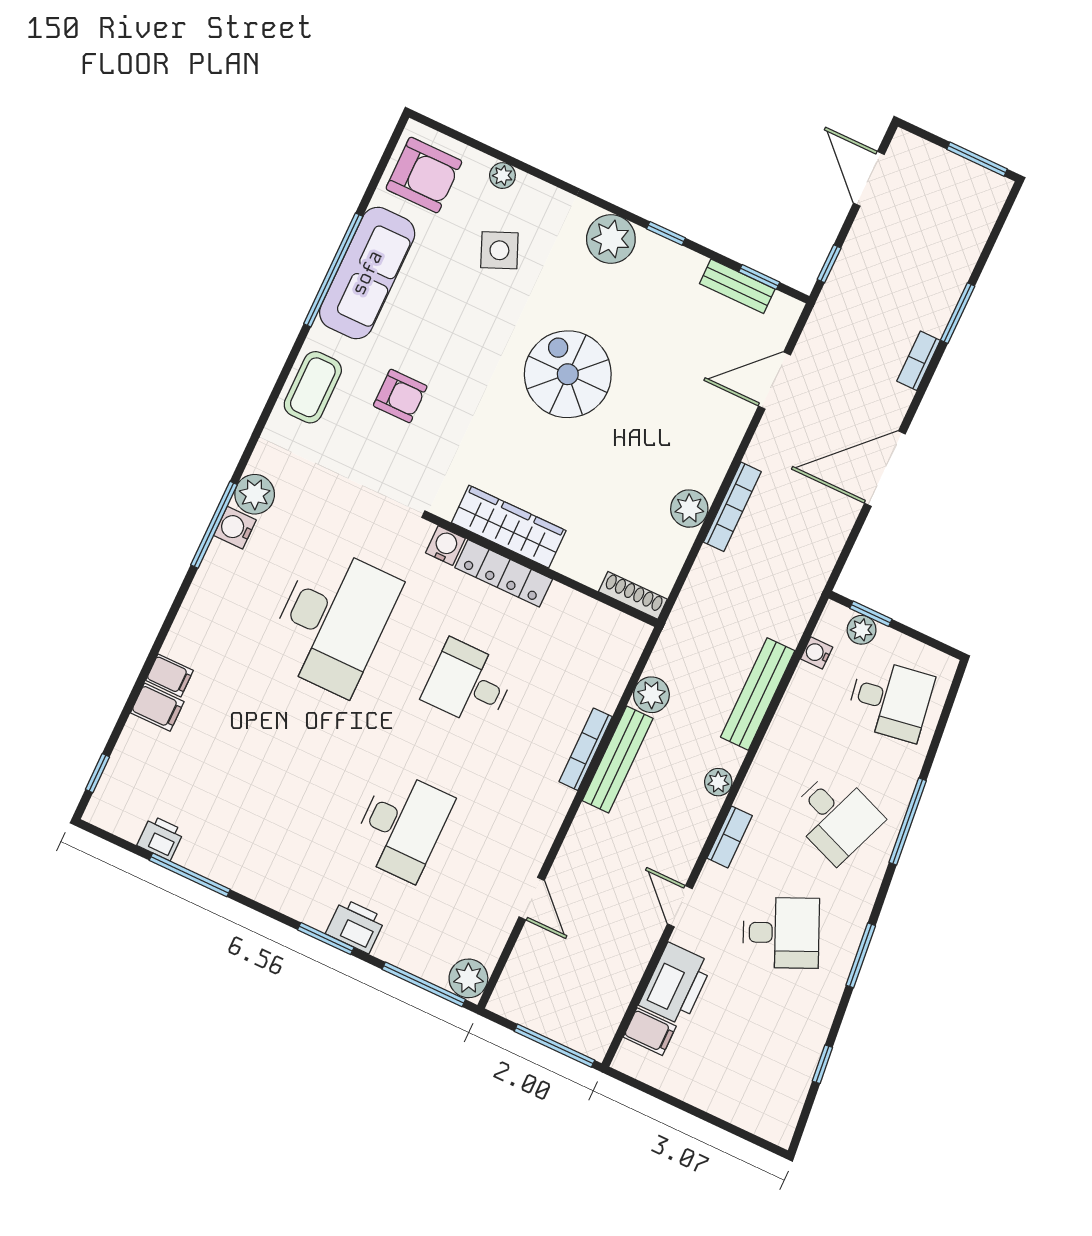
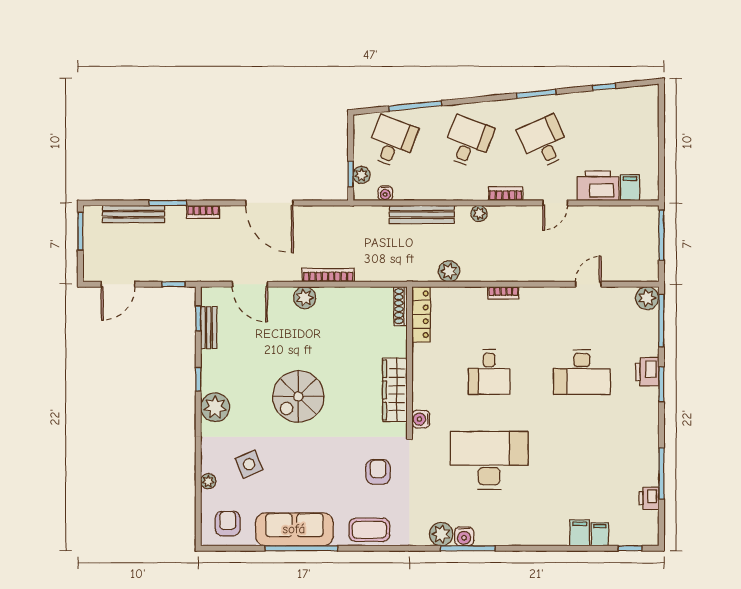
armchair: (424, 175) -> (228, 524), width x0.72, depth x0.72
armchair: (400, 396) -> (378, 472), moved
plant: (689, 509) -> (305, 298), moved
locker: (504, 573) -> (421, 314), moved
filing cabinet: (169, 675) -> (600, 534), moved
desk: (890, 700) -> (392, 142), turned 30
bookcase: (586, 749) -> (503, 293), width x0.64
bench: (618, 759) -> (134, 214), moved
window: (908, 821) -> (415, 106), moved
desk: (402, 826) -> (582, 372), turned 180

